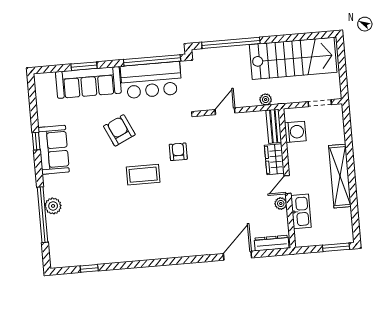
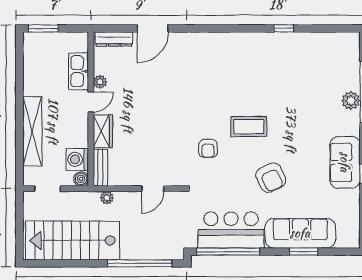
boiler: (290, 114) -> (81, 179), added
shelving: (340, 176) -> (32, 131), moved
window: (89, 268) -> (284, 28), moved

